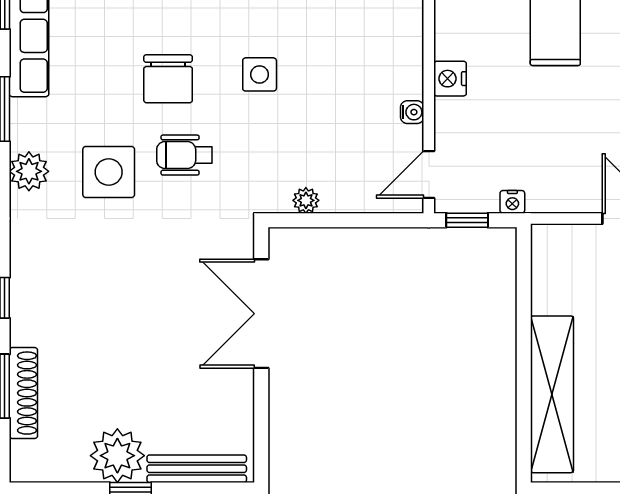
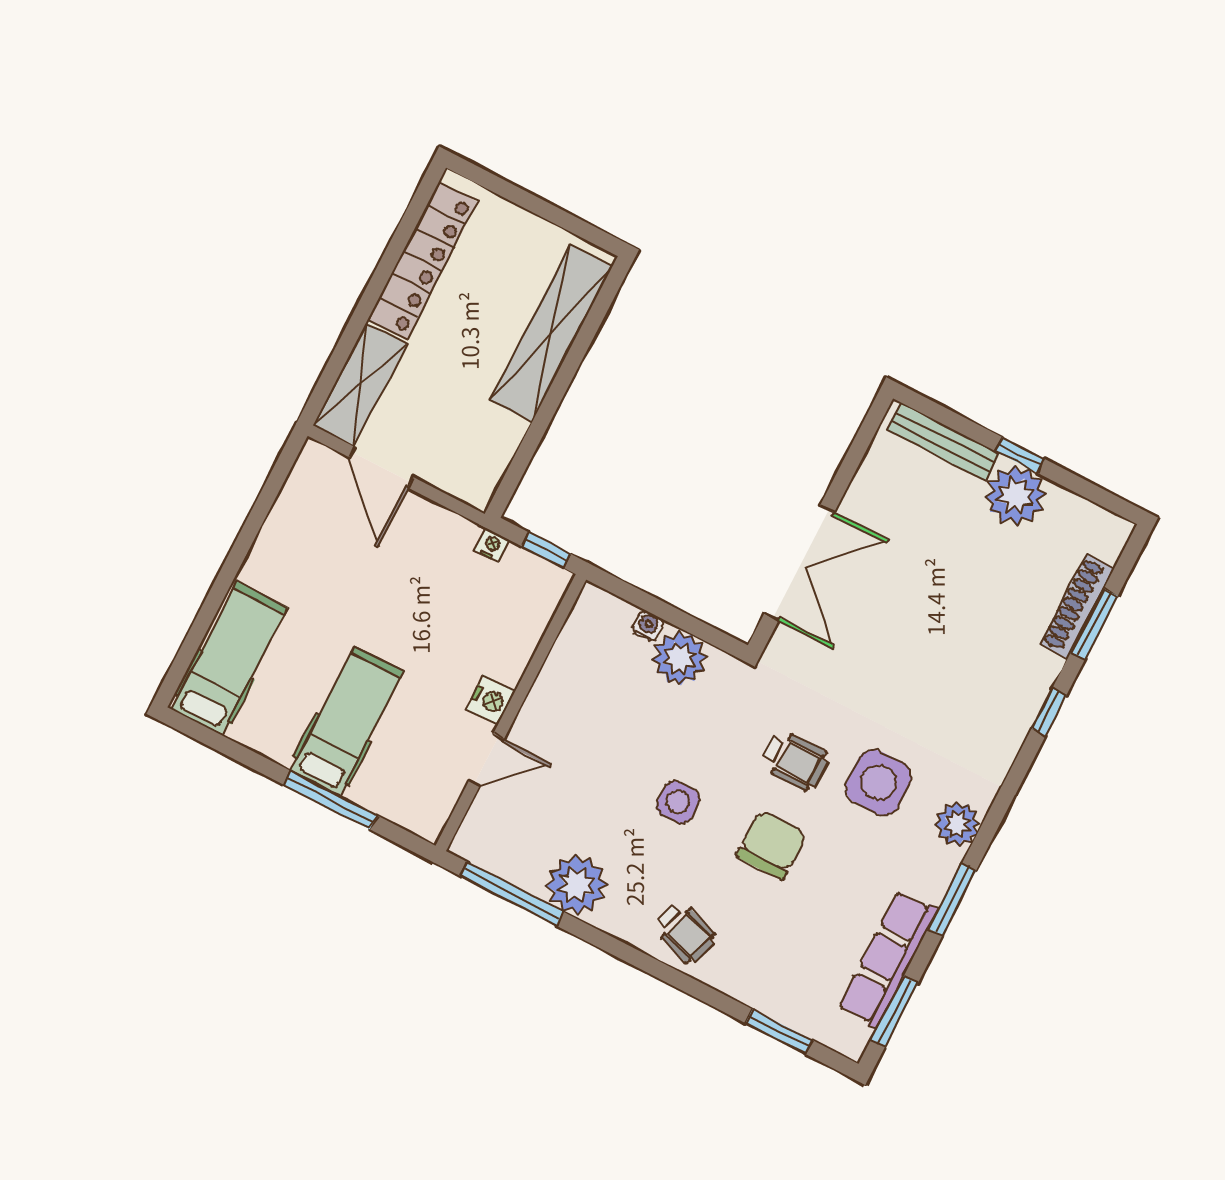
water cooler: (412, 112) -> (648, 626), moved, turned 90
door: (429, 175) -> (486, 760), moved
plant: (306, 200) -> (680, 658), width x1.88, depth x1.88

